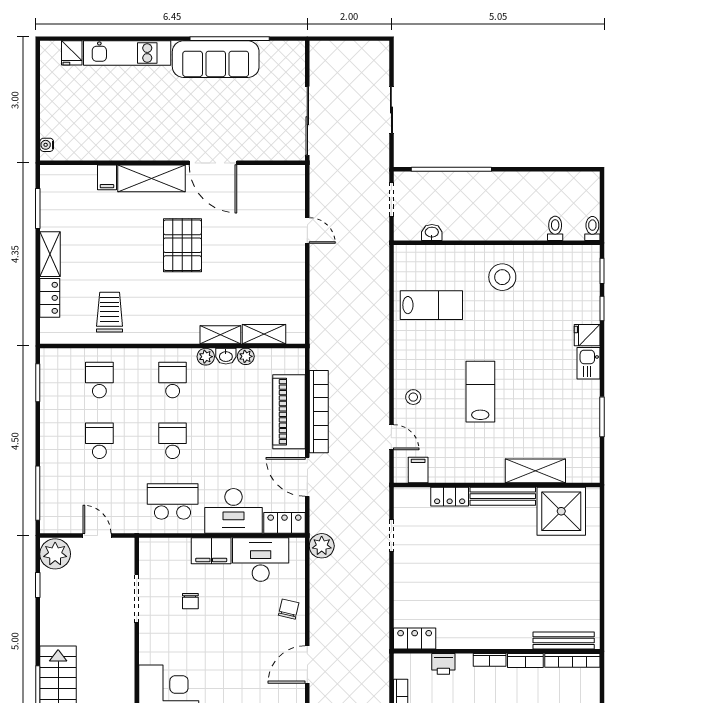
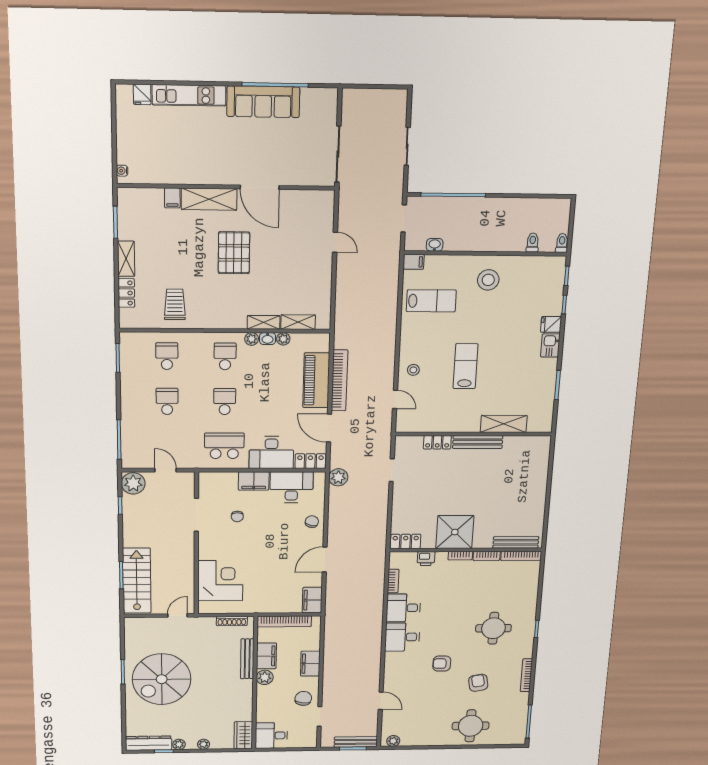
filing cabinet: (418, 470) -> (414, 262), moved, turned 90
shower: (561, 511) -> (455, 532), moved

